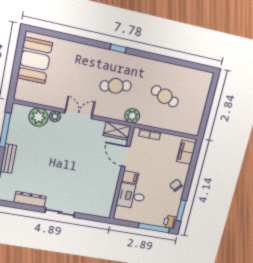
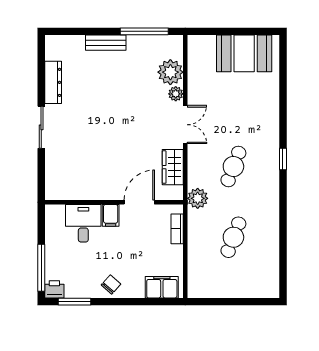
cafe table: (116, 86) -> (233, 167), turned 33
wardrobe: (117, 131) -> (173, 167), moved

